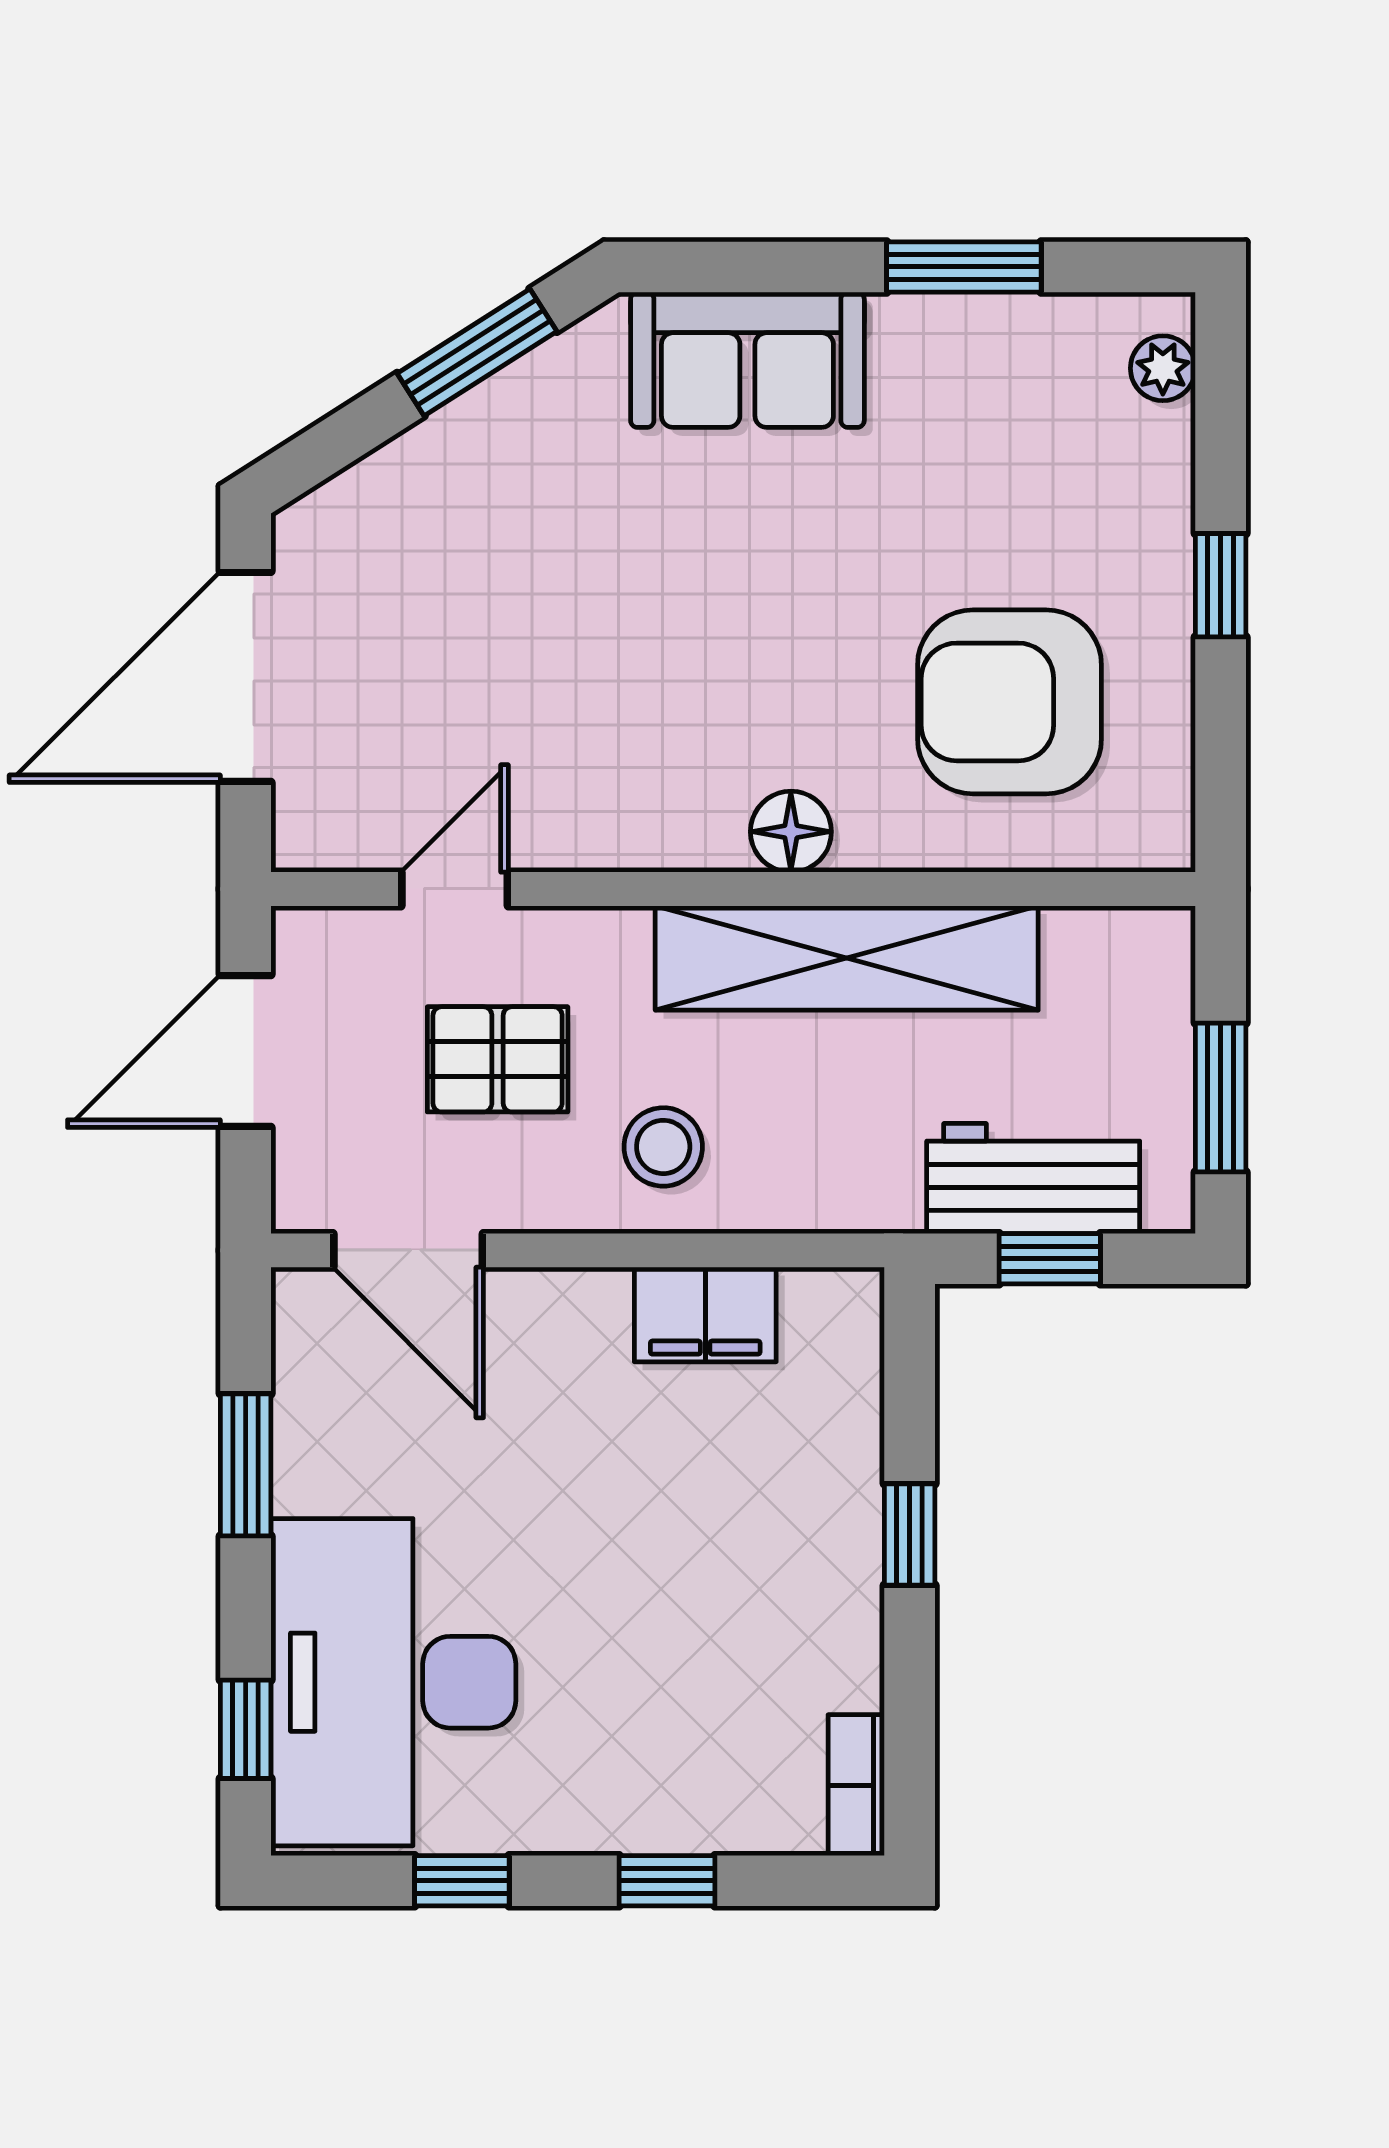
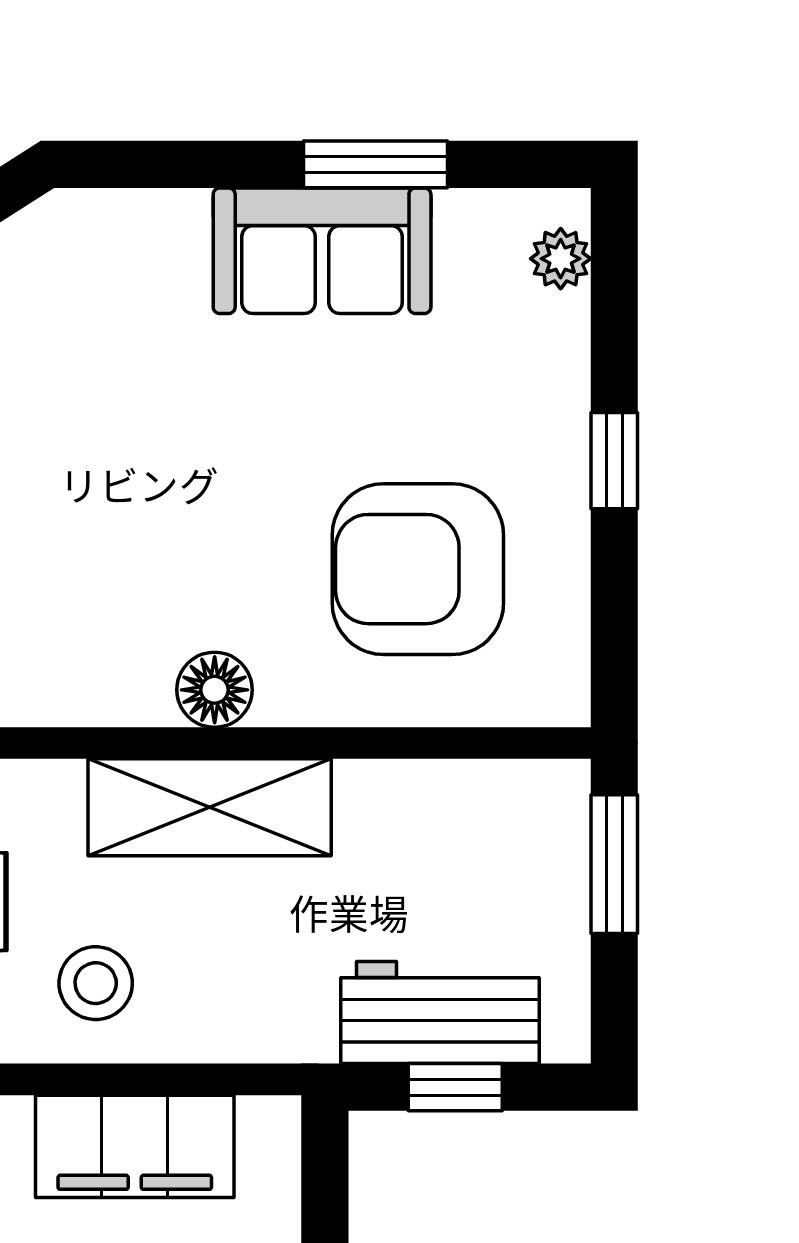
sofa: (747, 360) -> (322, 251), moved
shelving: (847, 958) -> (210, 807), width x0.68
window: (1221, 1098) -> (614, 864), moved
filing cabinet: (705, 1314) -> (135, 1146), width x1.50, depth x1.17

